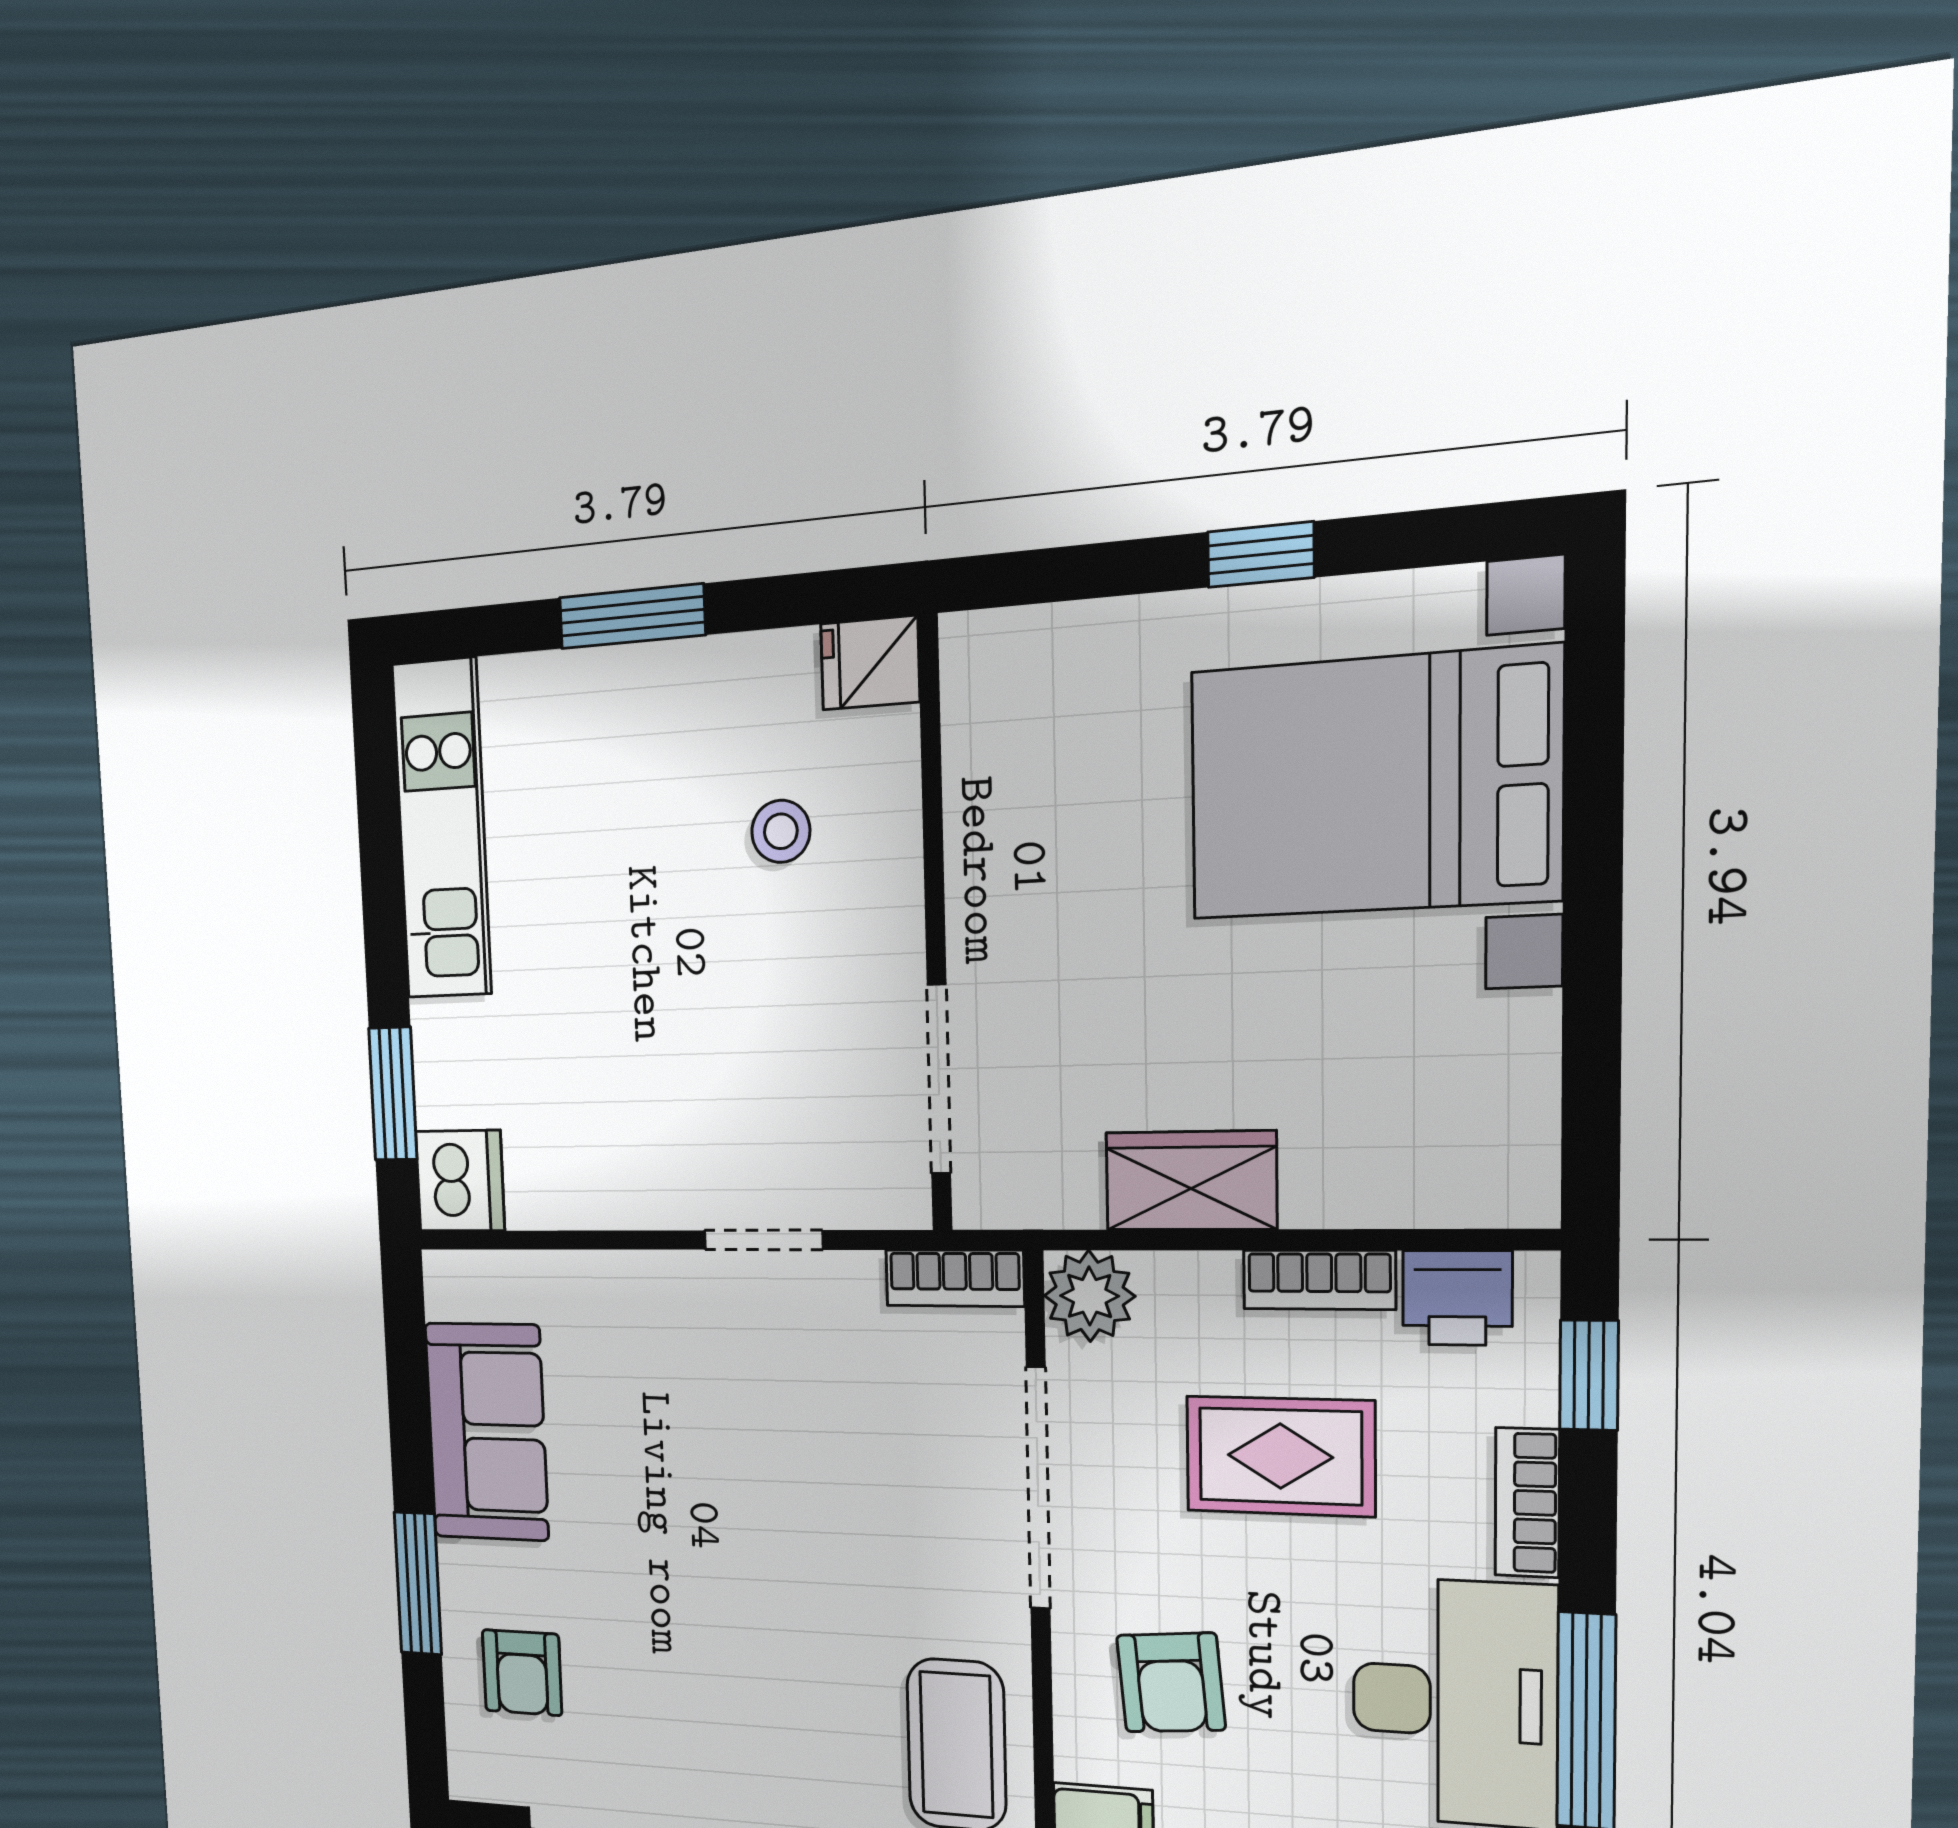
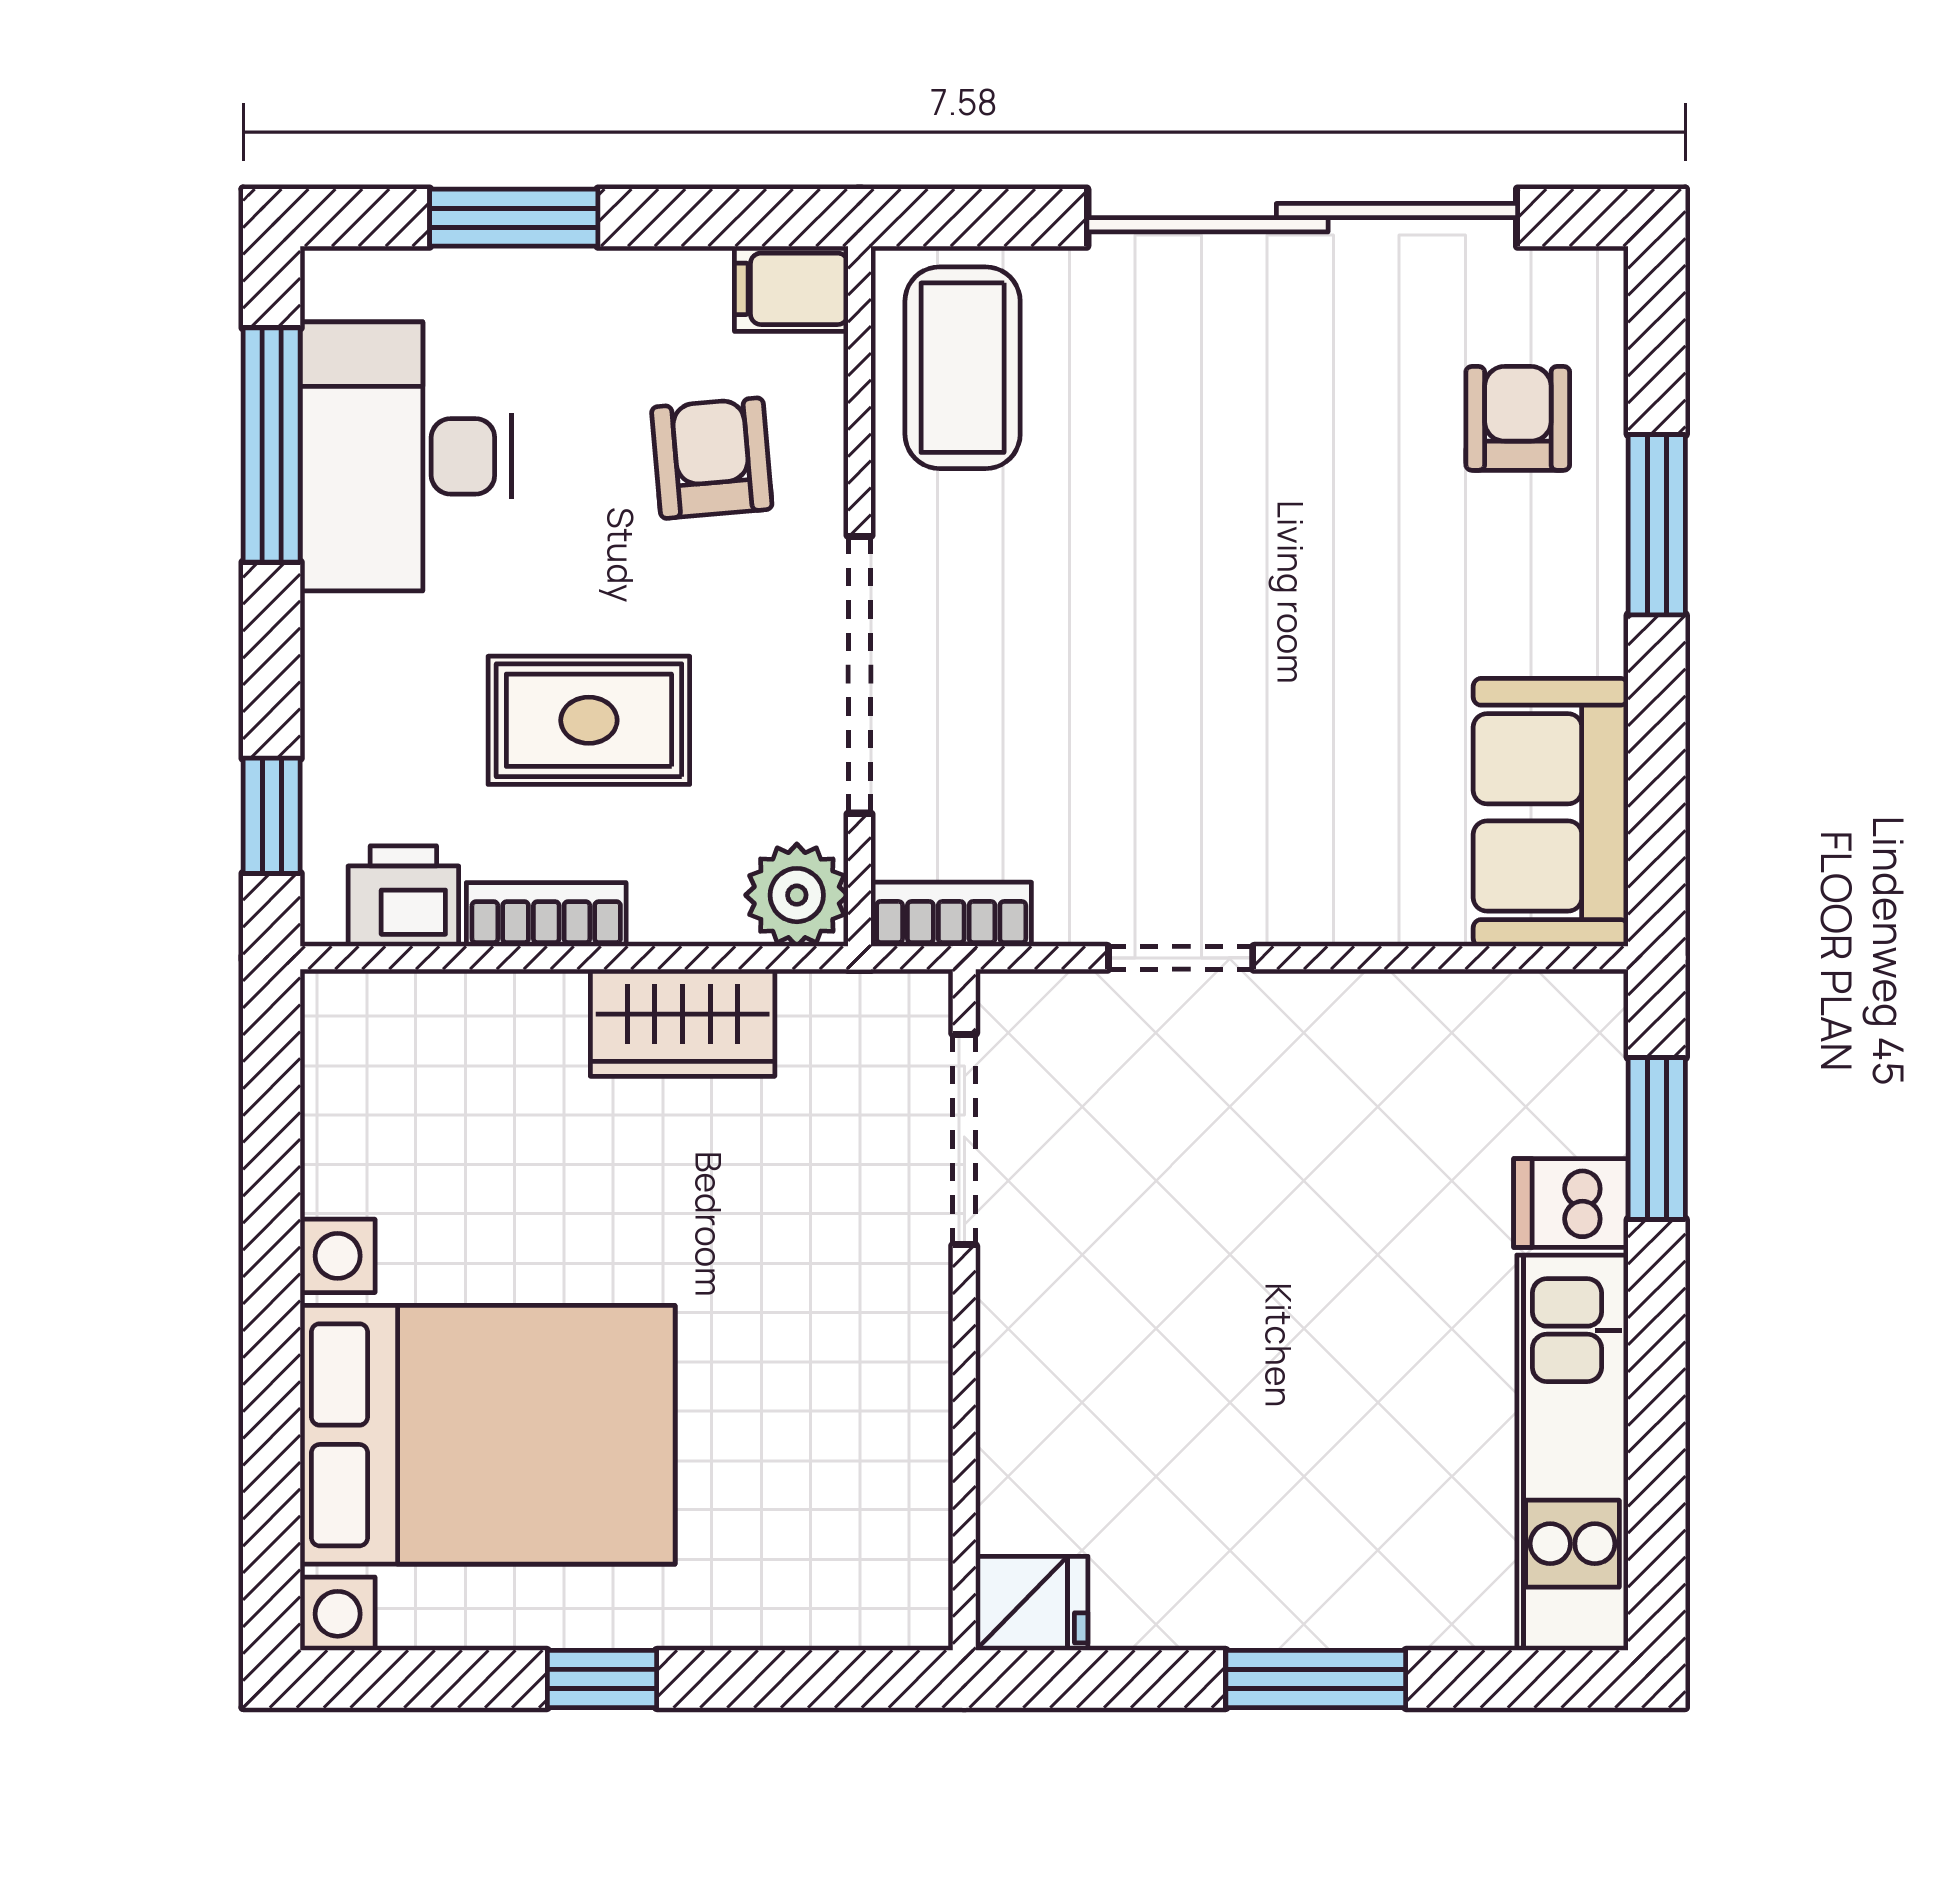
stool: (781, 831) -> (1143, 1425), removed
dishwasher: (460, 1181) -> (1571, 1203), moved, width x0.73
sofa: (487, 1432) -> (1551, 812), moved
bookcase: (1527, 1503) -> (332, 678), removed

